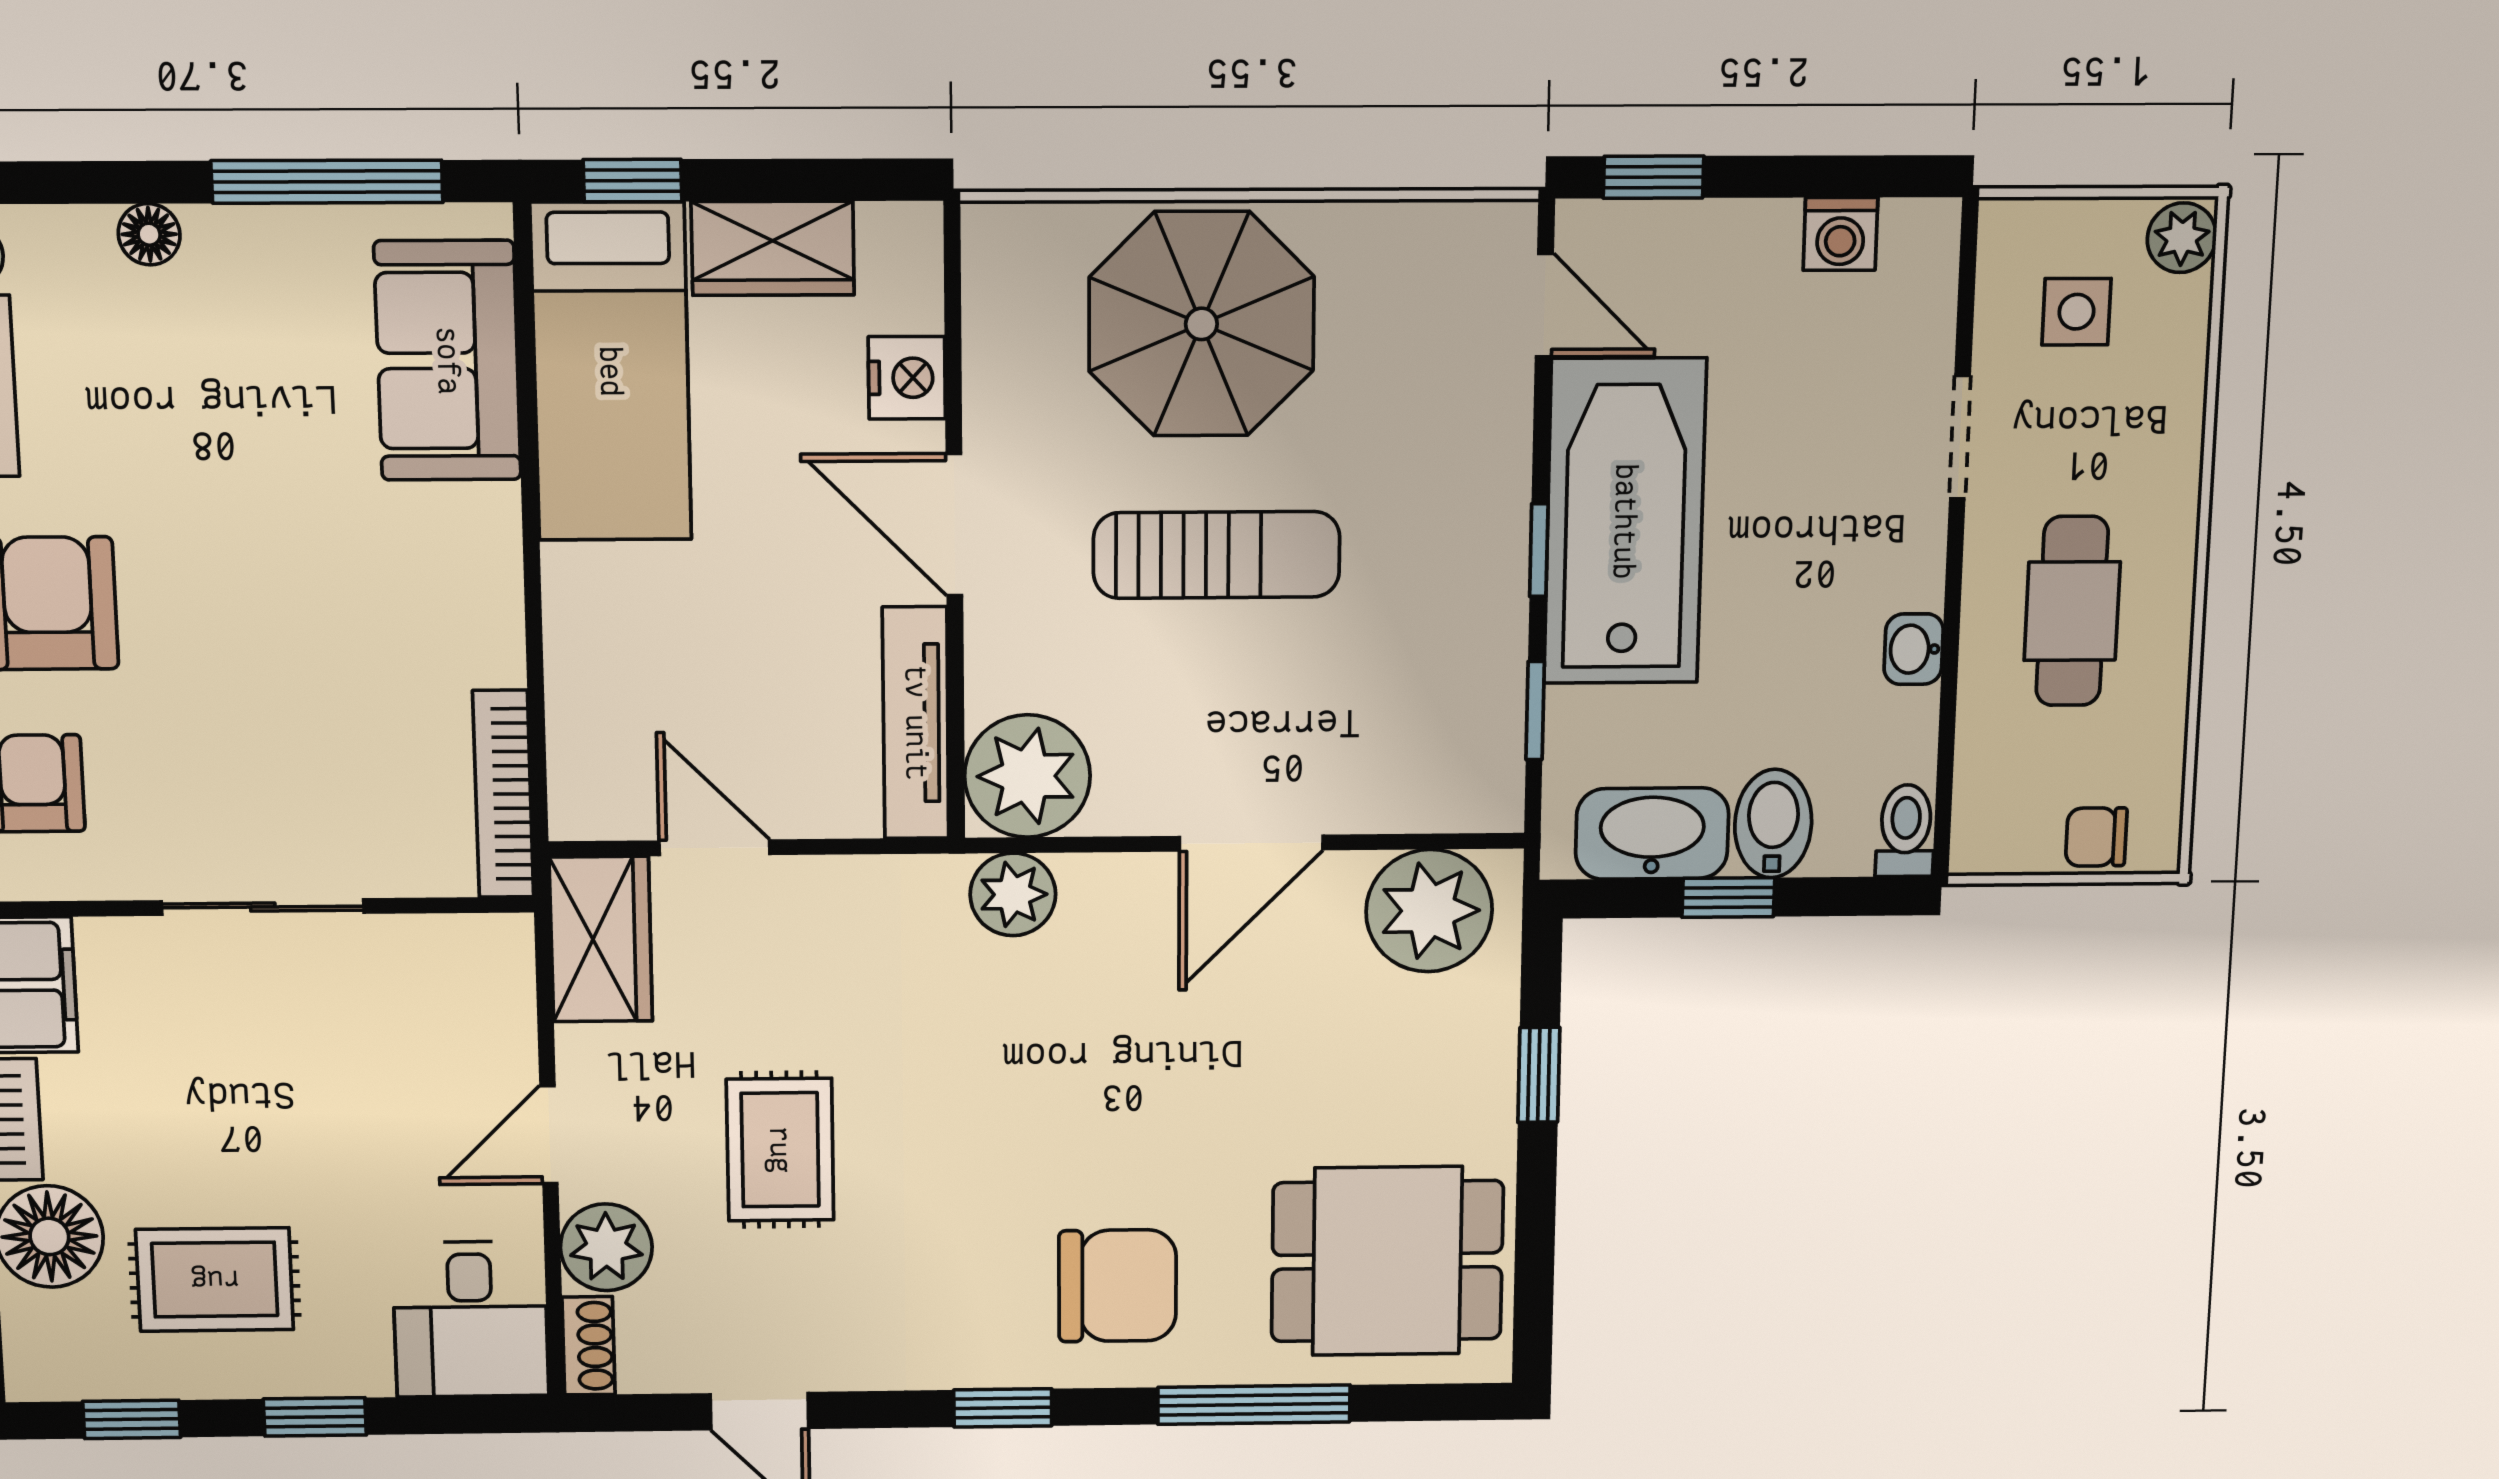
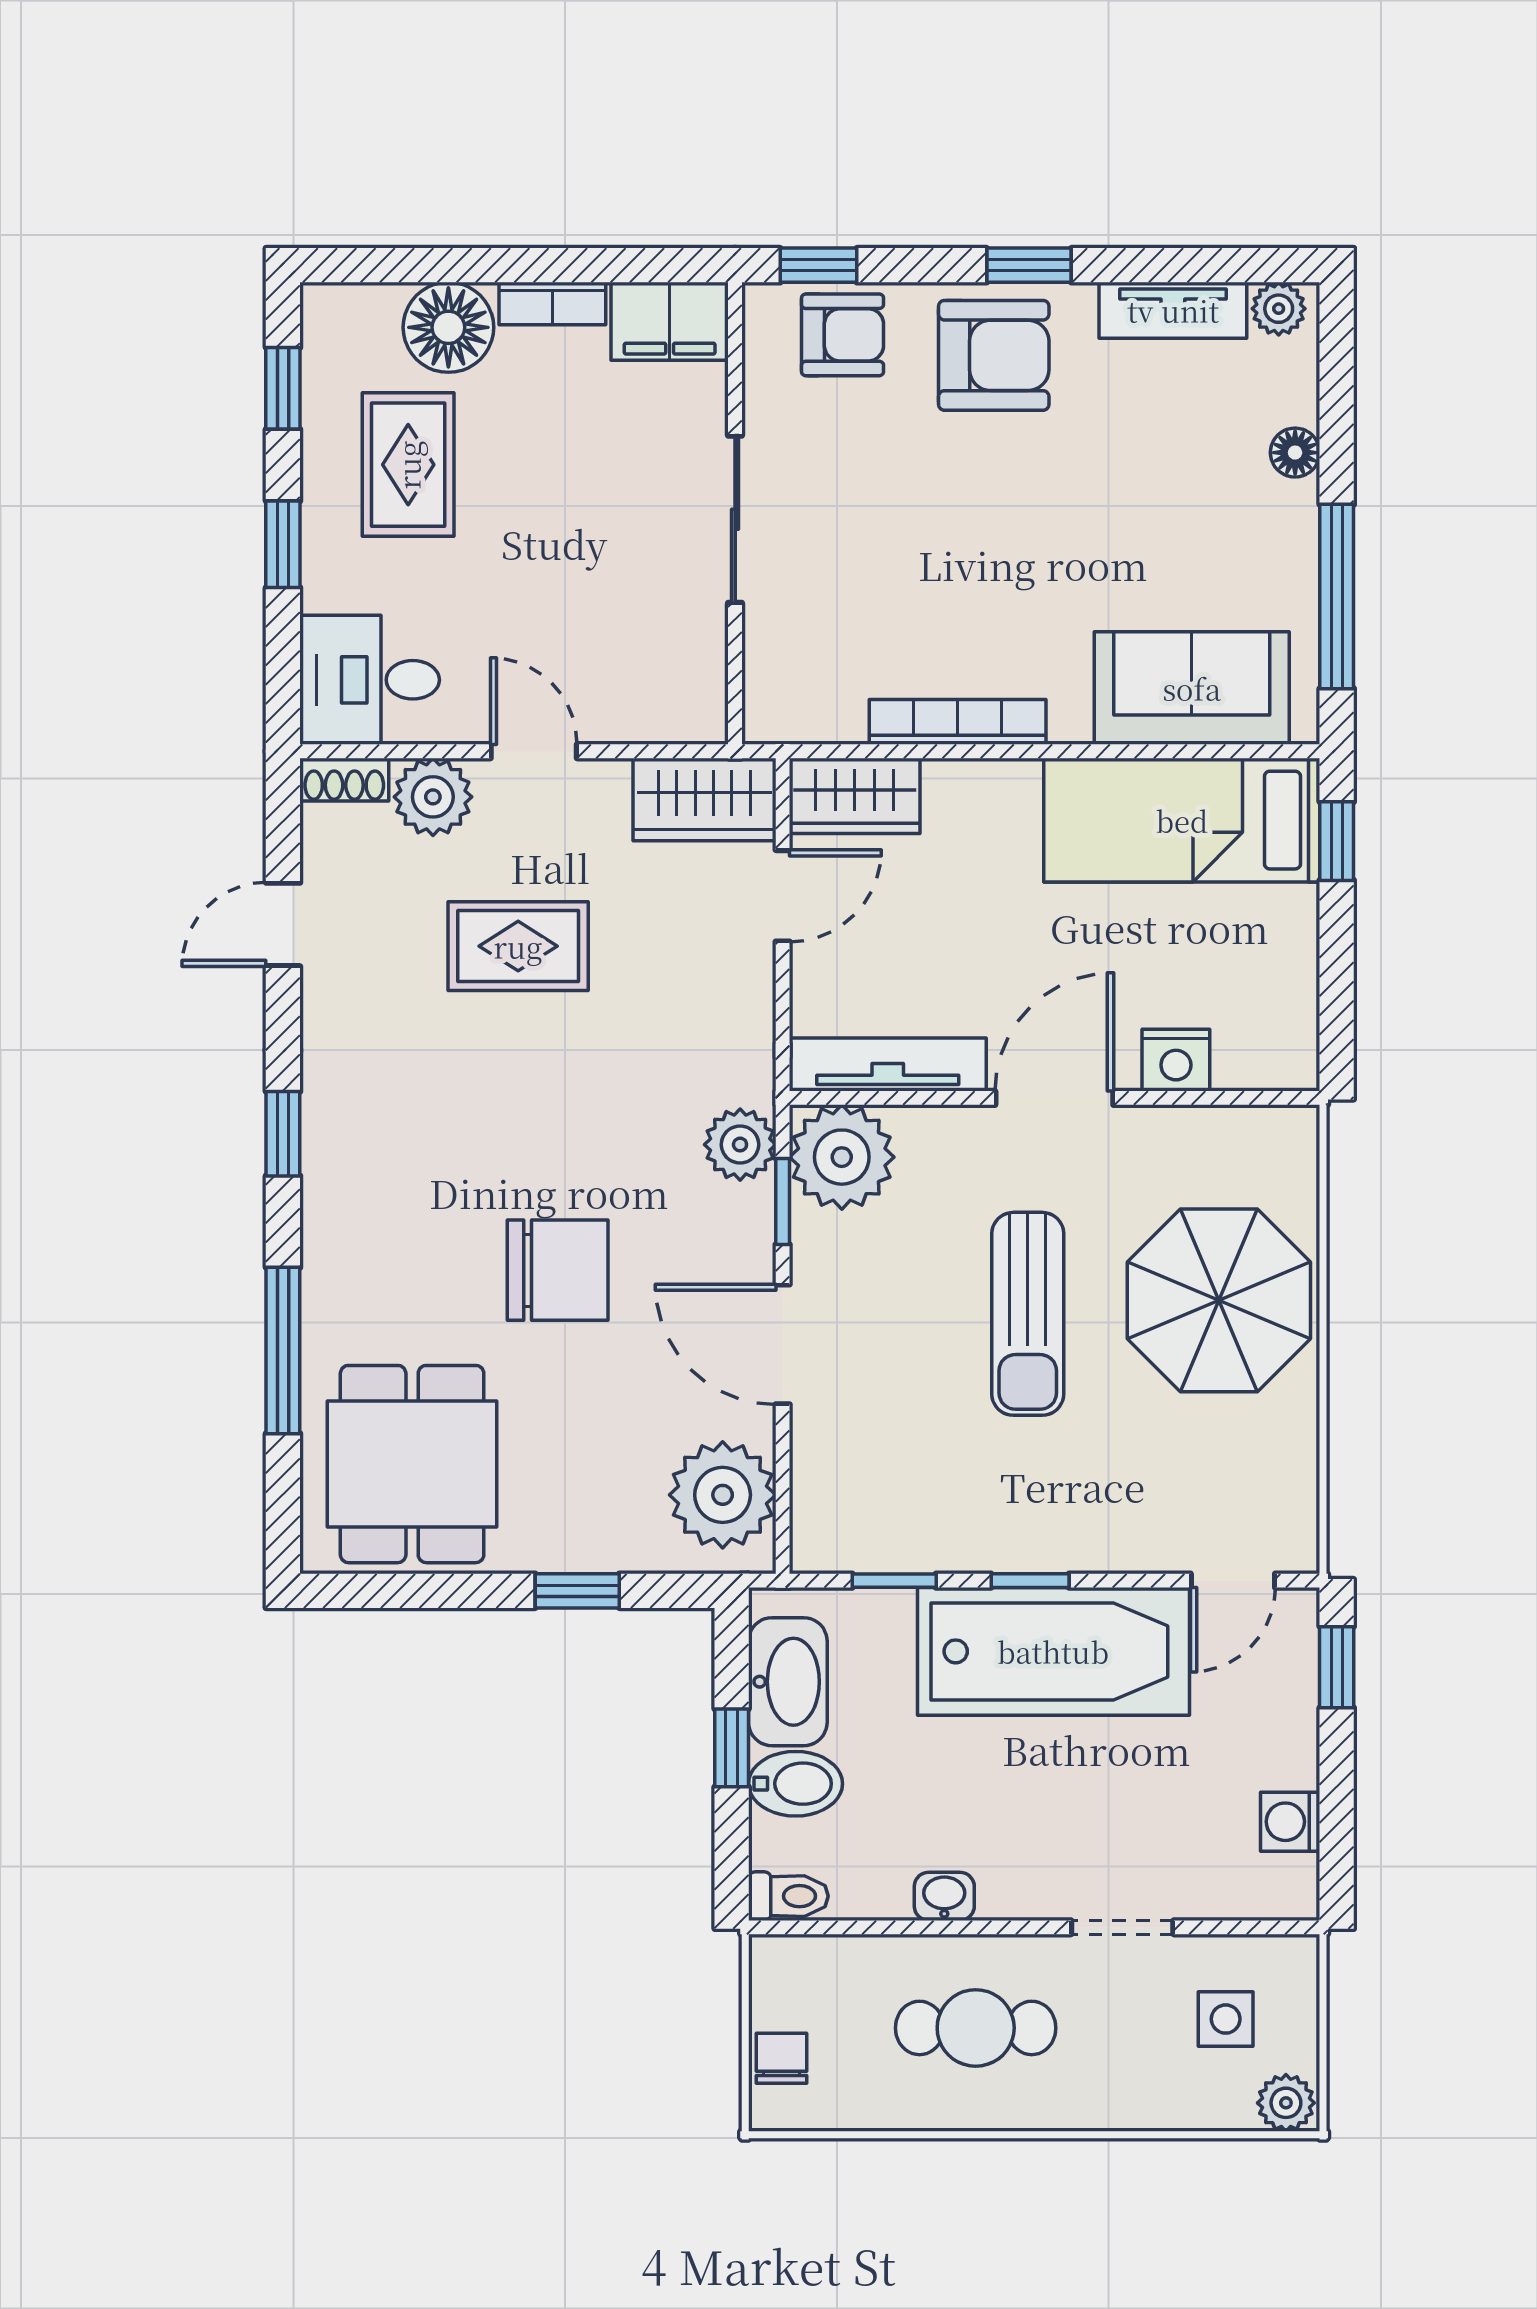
wardrobe: (773, 248) -> (855, 796), moved, turned -90
bookcase: (503, 794) -> (958, 722), moved
window: (1081, 845) -> (783, 1201), added
chair: (1118, 1286) -> (558, 1270), moved, turned -90

